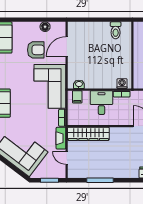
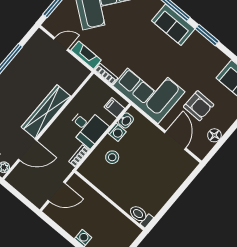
toilet: (116, 30) -> (141, 216), moved
armchair: (36, 50) -> (199, 106), turned -89
stool: (106, 74) -> (112, 157), added
washing machine: (122, 84) -> (117, 132), moved
wardrobe: (88, 134) -> (46, 112), moved

